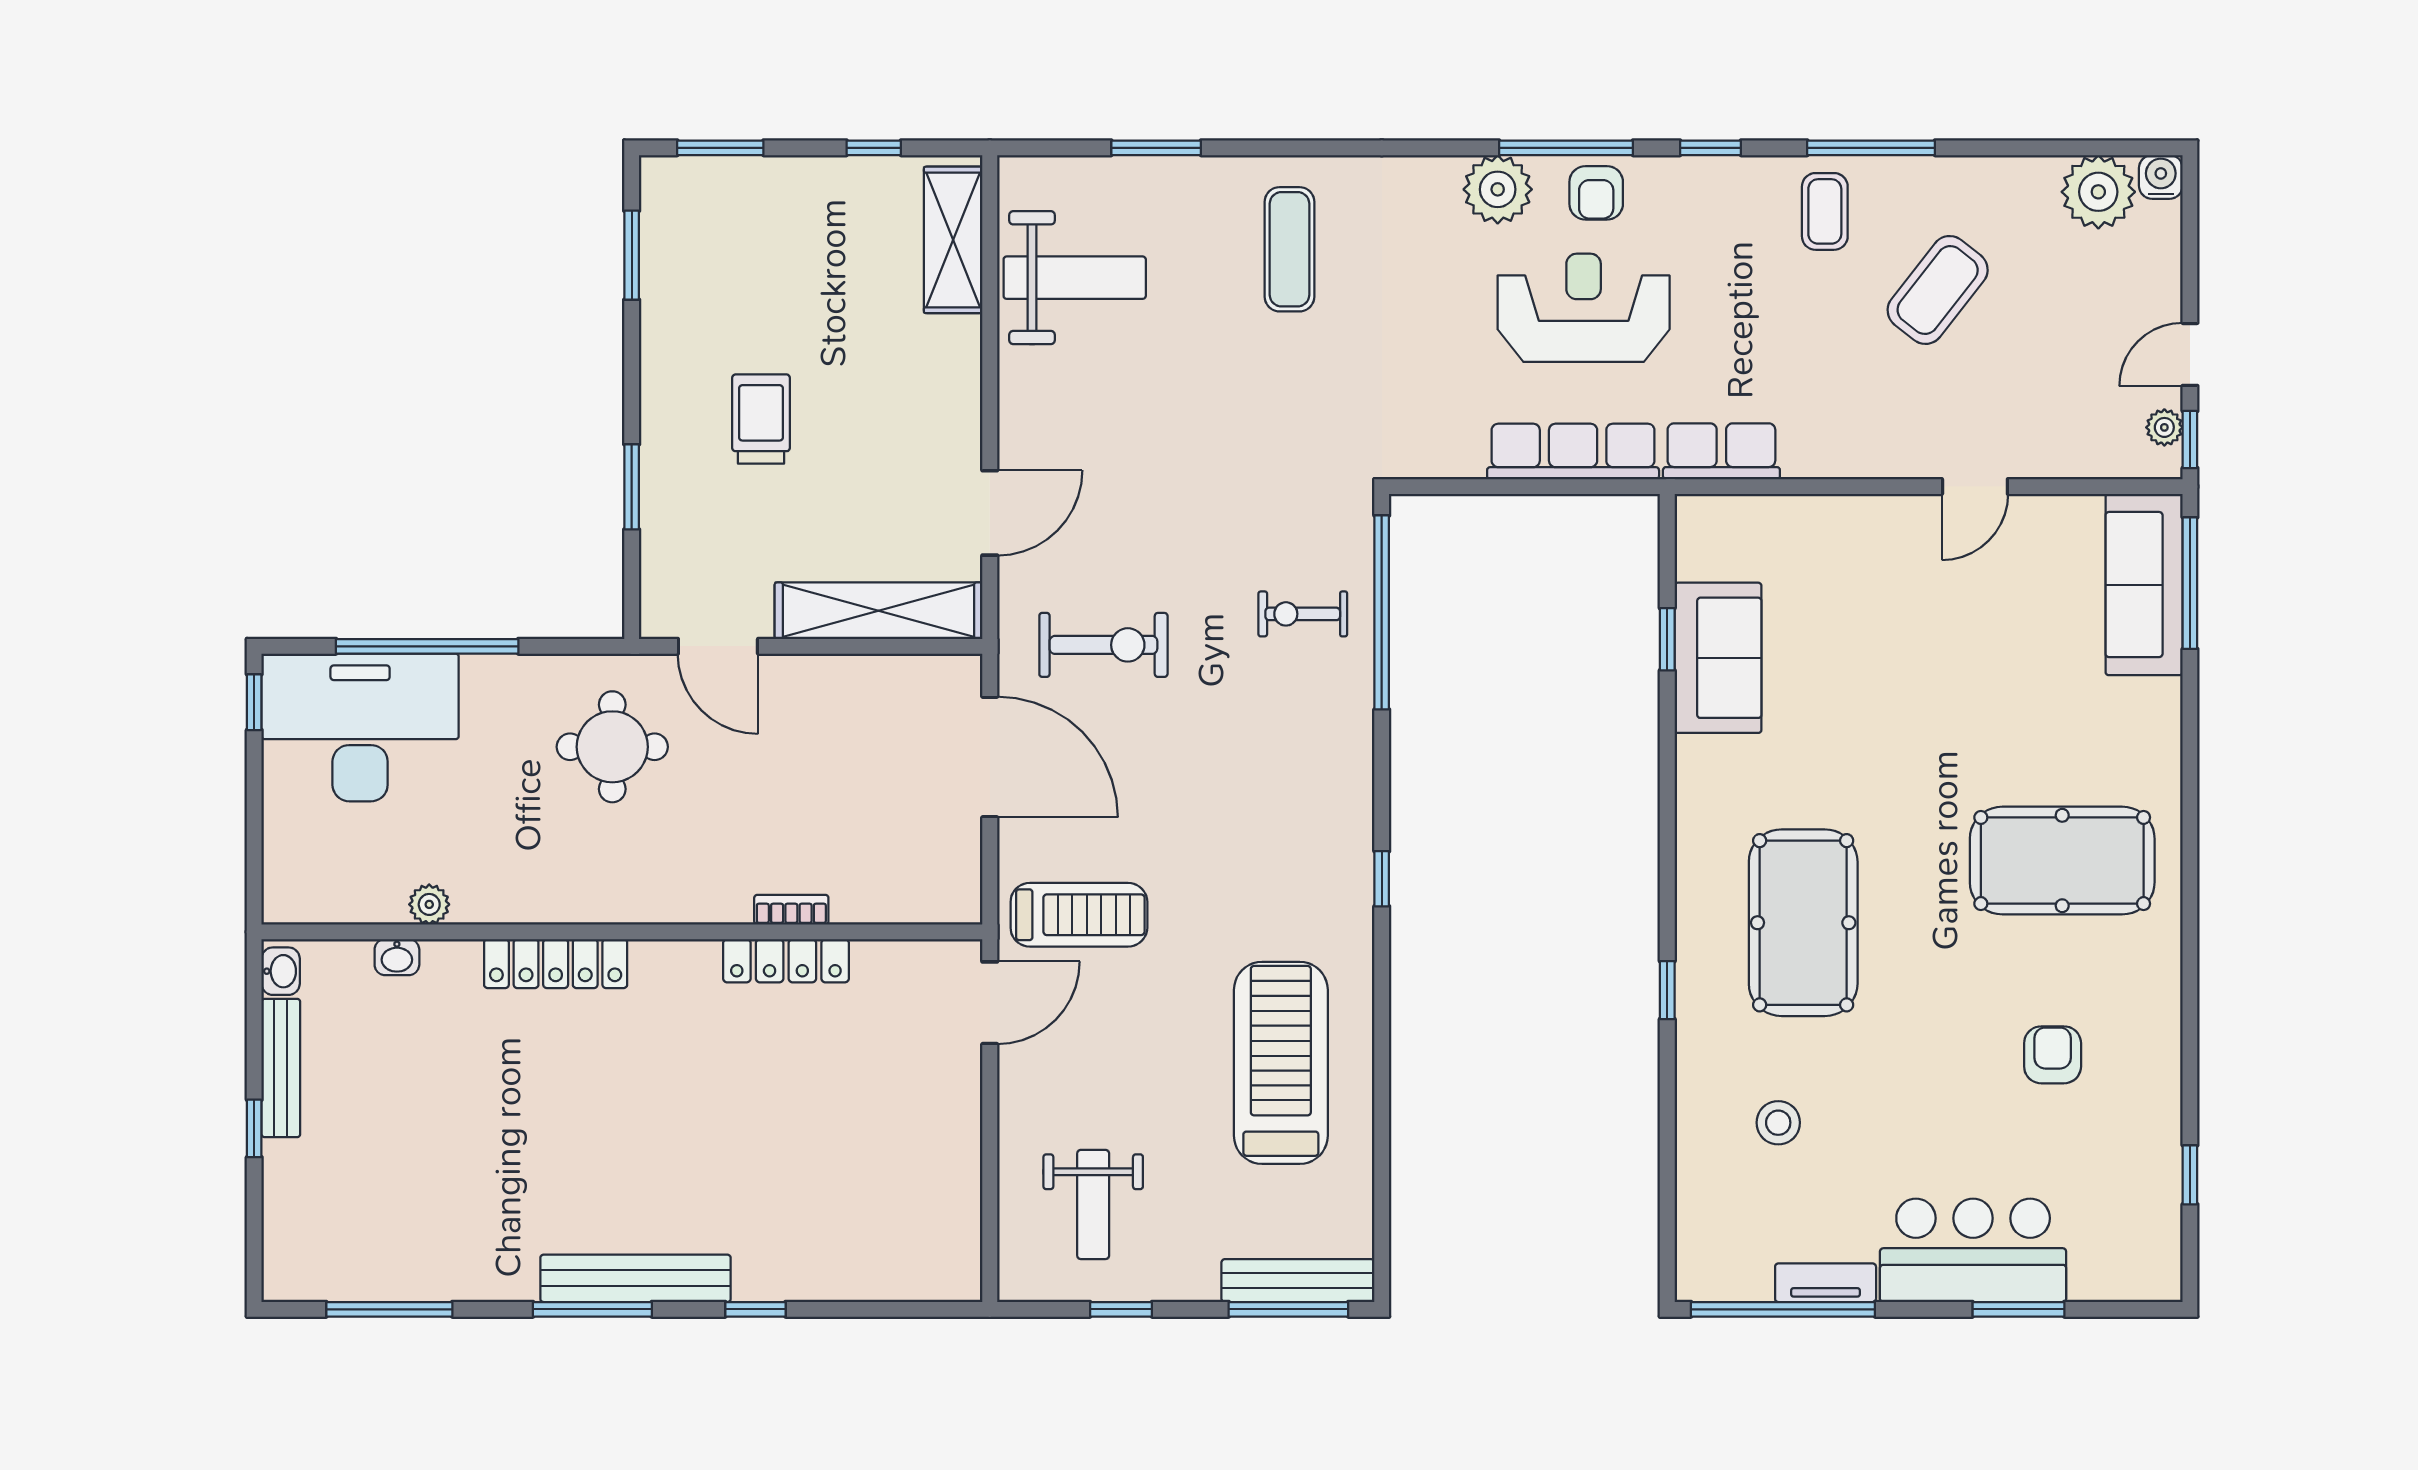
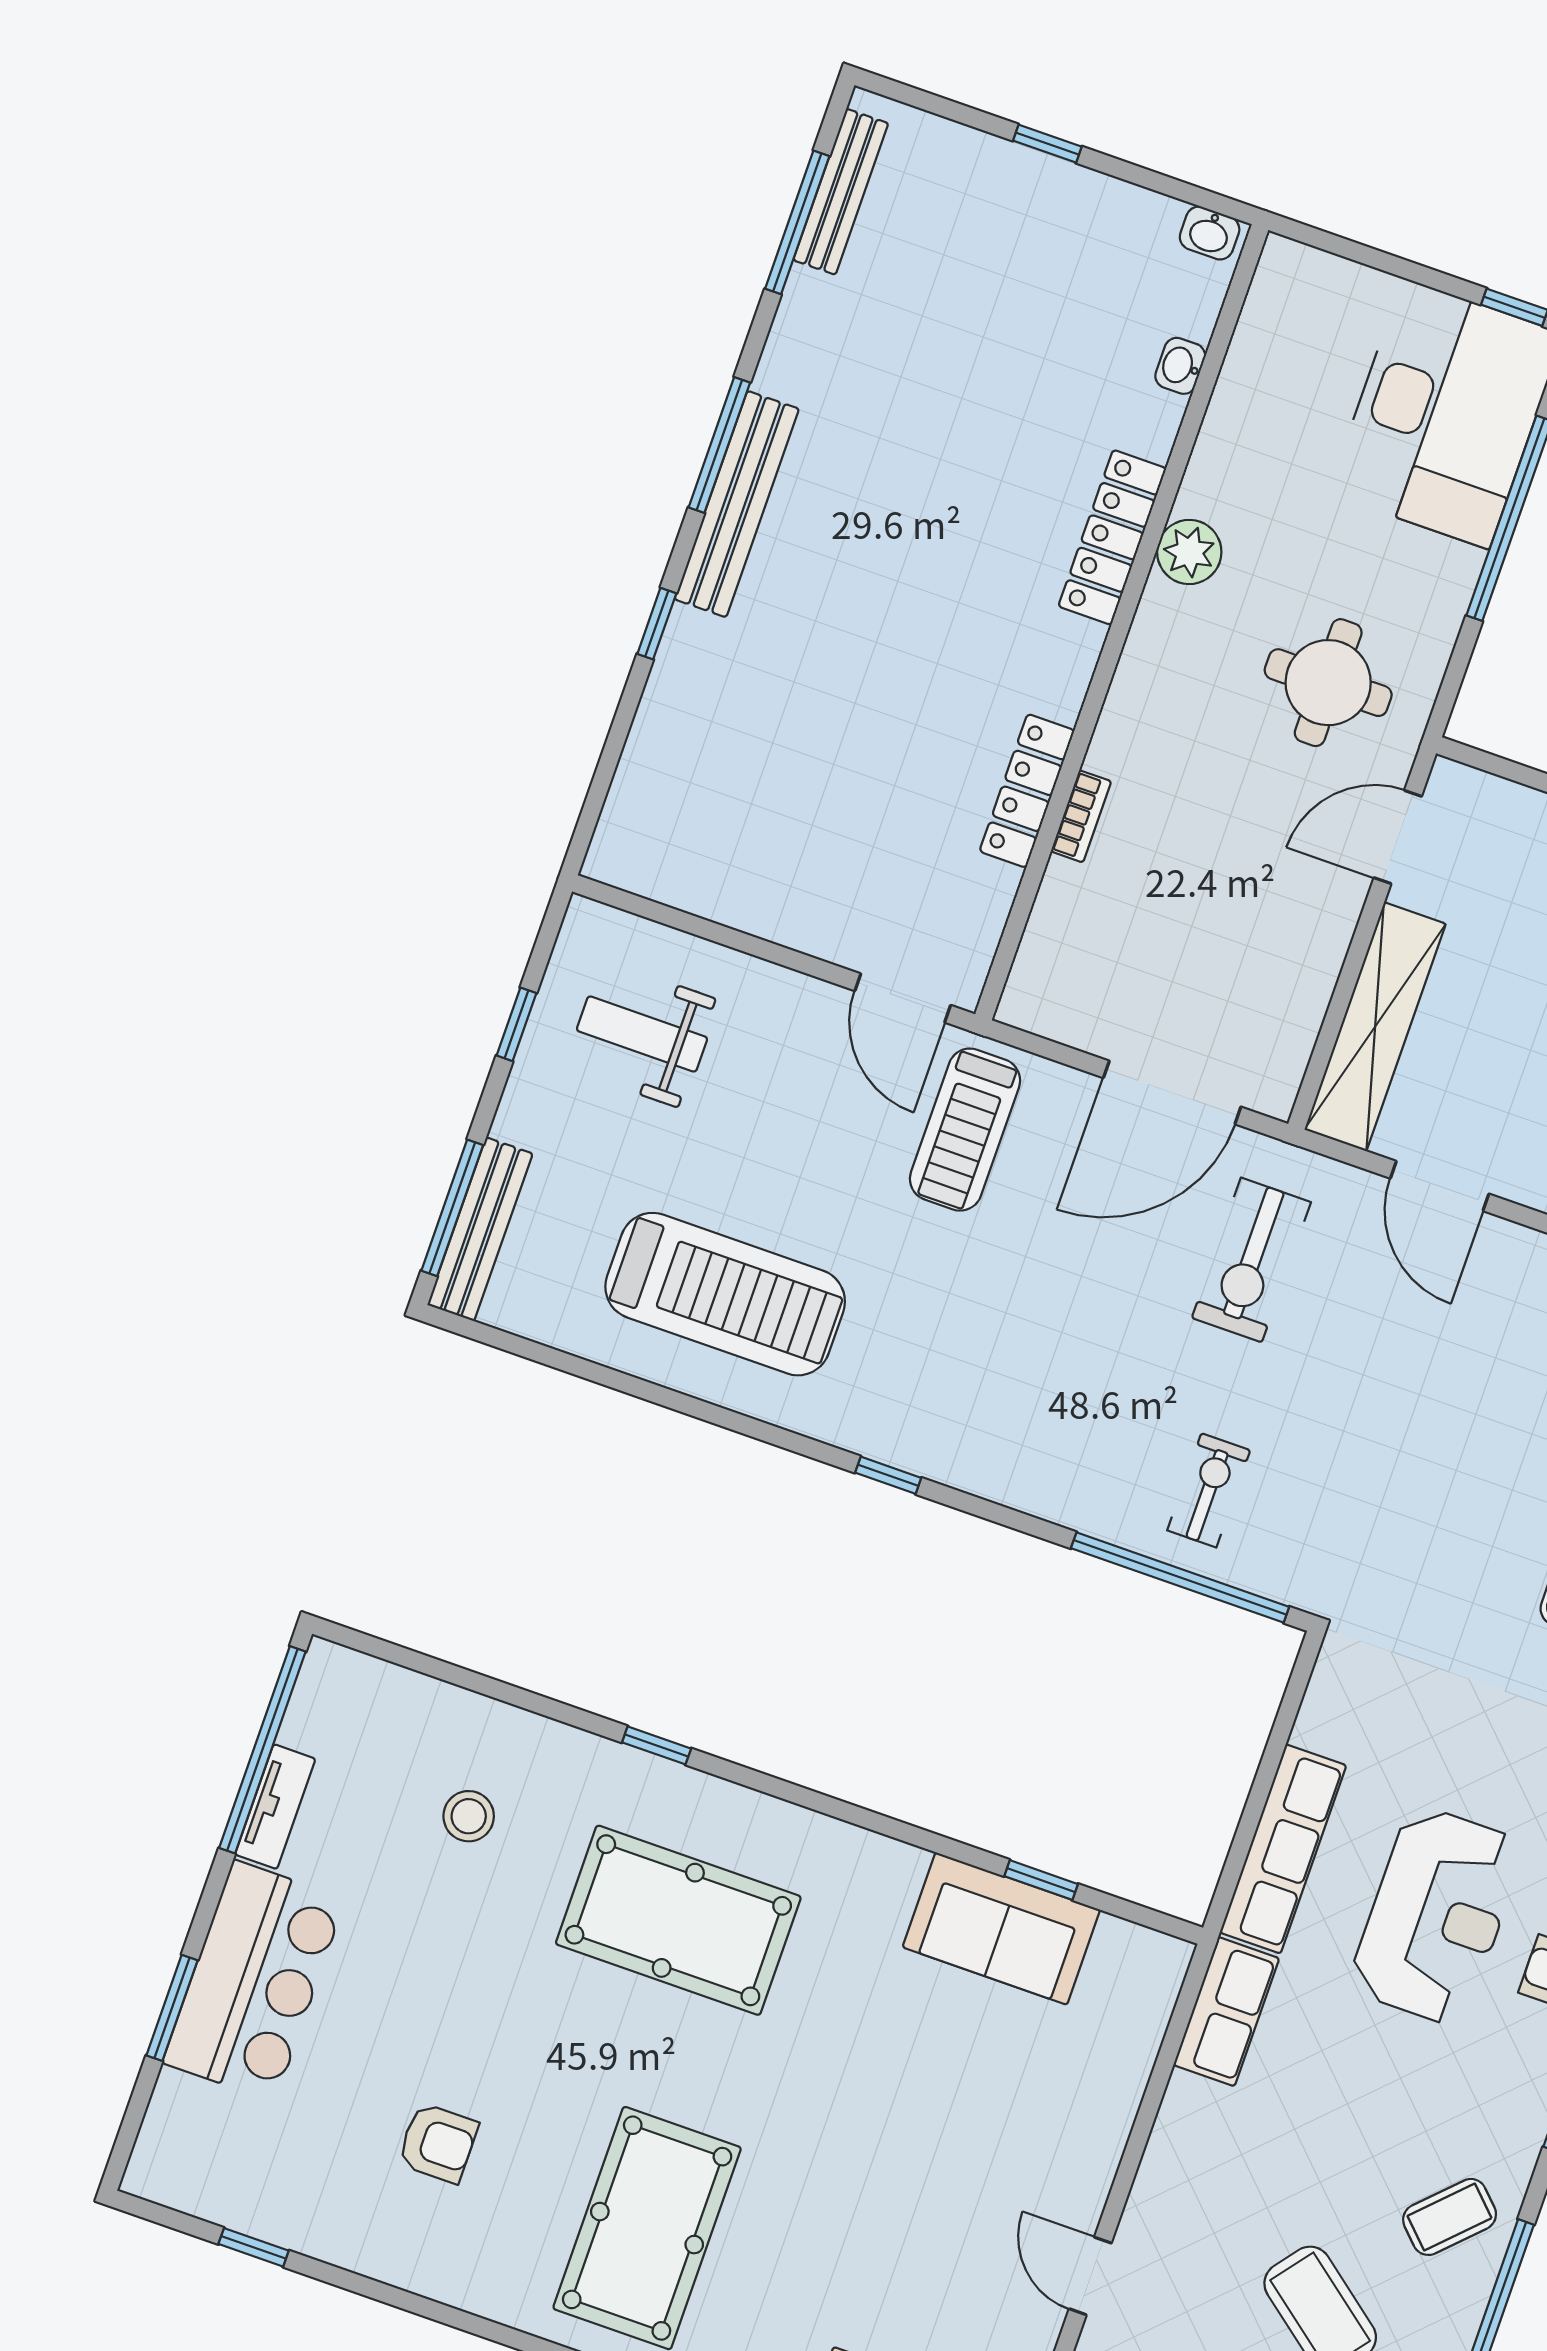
coffee table: (1825, 211) -> (1450, 2217), turned -45
plant: (429, 904) -> (1189, 552), moved, width x1.38, depth x1.38
bench: (281, 1068) -> (841, 192), moved, turned 90

